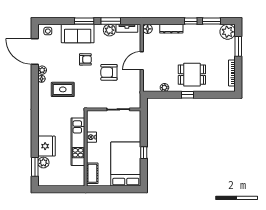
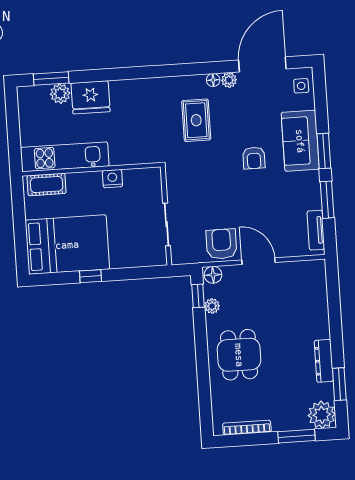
window: (191, 21) -> (337, 346), removed
floor lamp: (148, 29) -> (213, 275), moved
dresser: (171, 29) -> (324, 361), moved
plant: (109, 30) -> (310, 198), removed
armchair: (109, 72) -> (221, 244), moved
window: (188, 95) -> (198, 296), moved
kitchen unit: (78, 142) -> (65, 157), moved

